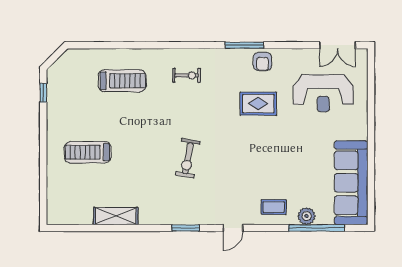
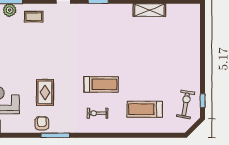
rug: (258, 104) -> (45, 92), turned 90
treadmill: (88, 152) -> (101, 84), moved
exercise bike: (188, 158) -> (186, 104), moved

